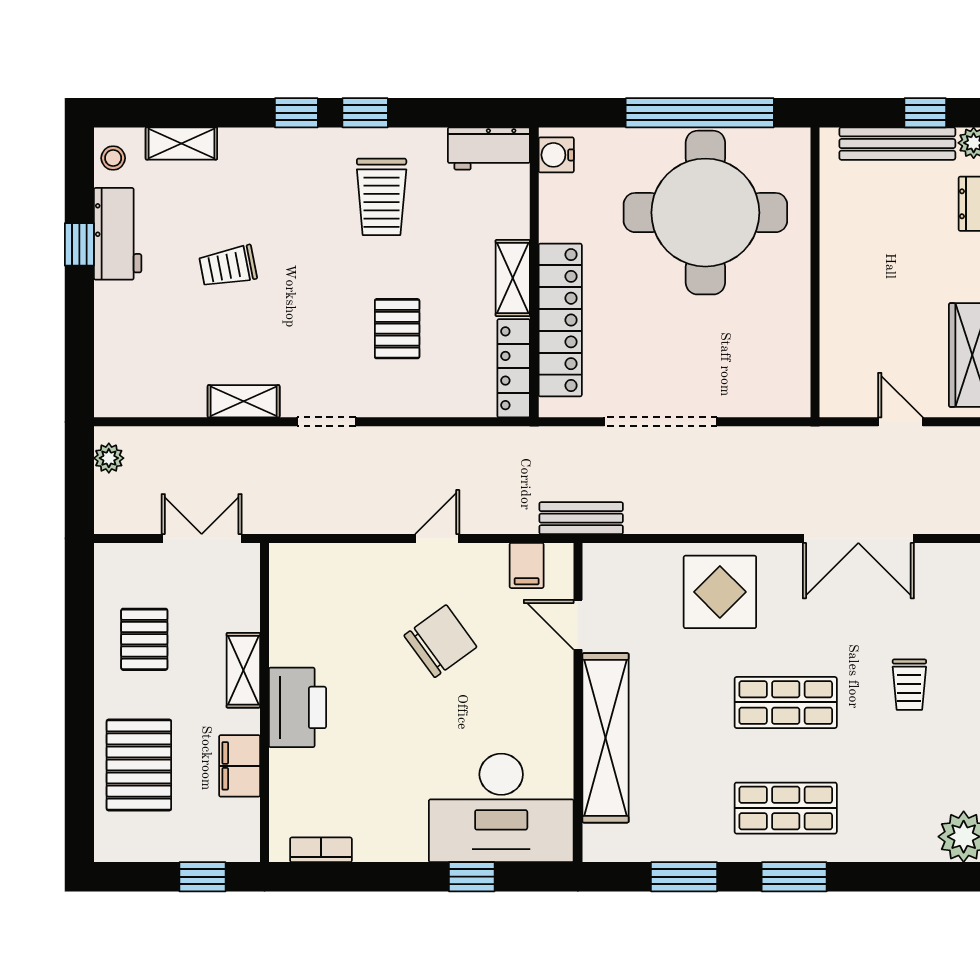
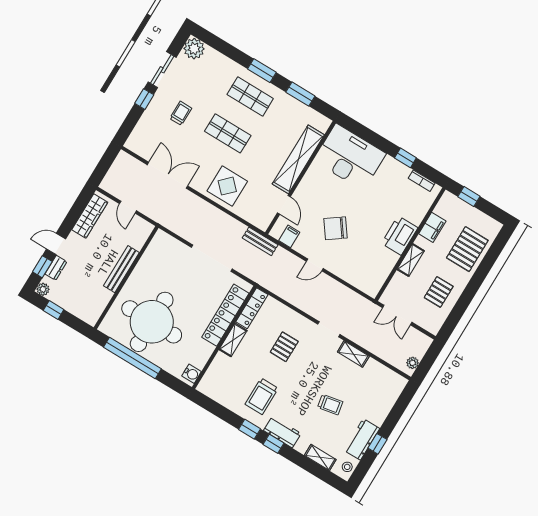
bench: (897, 144) -> (121, 269), moved, turned 90
workbench: (489, 149) -> (282, 432), moved
trolley: (382, 197) -> (262, 396), turned 180
window: (472, 877) -> (405, 158), moved

